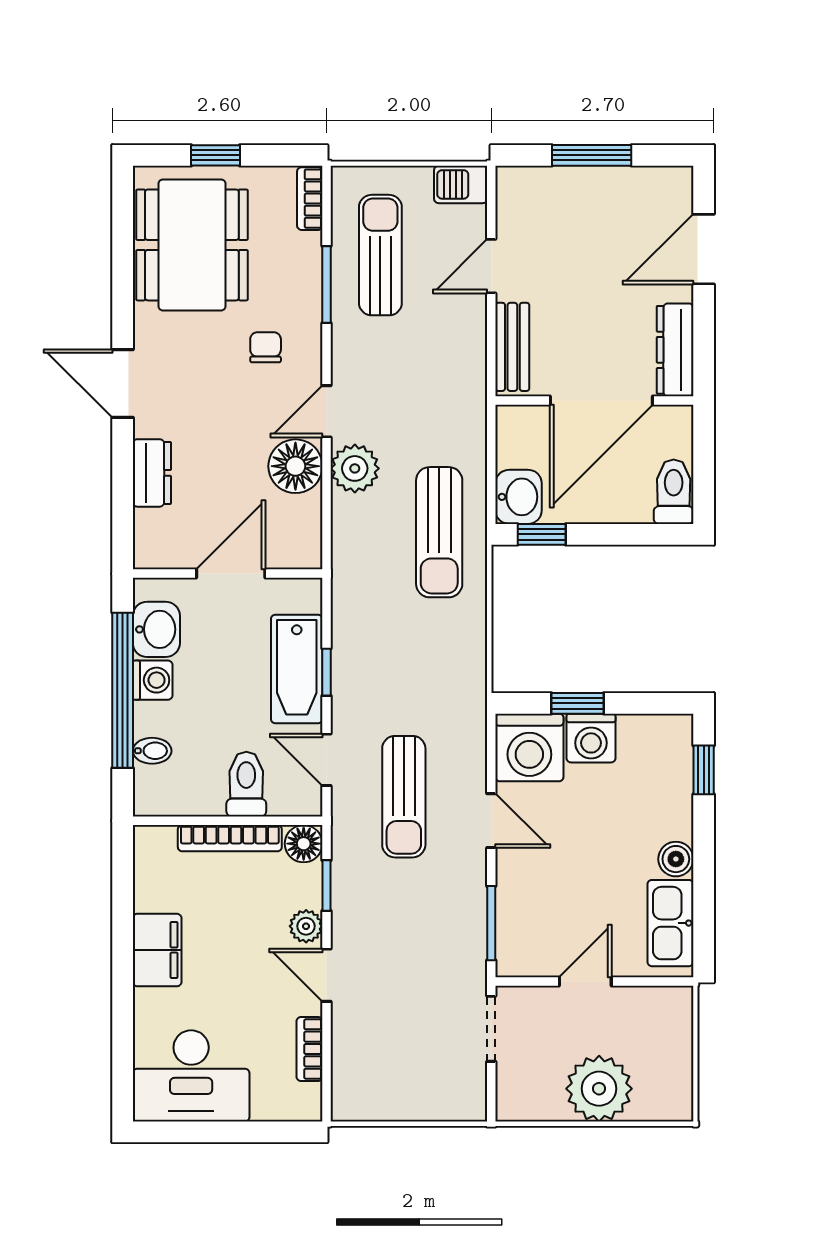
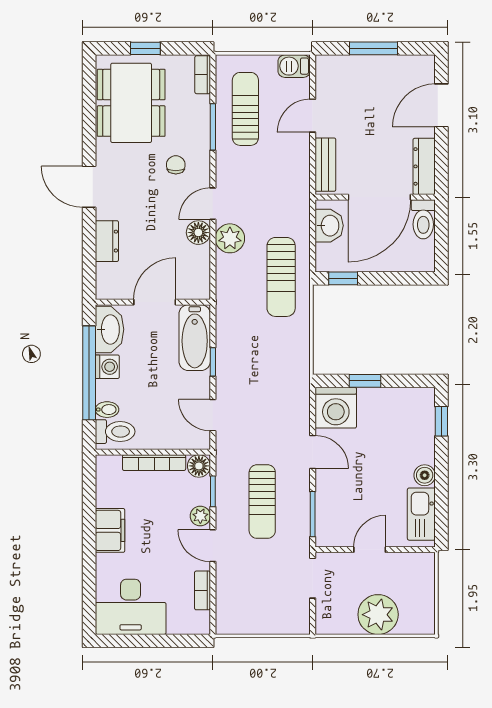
floor lamp: (295, 466) -> (198, 233), width x0.73, depth x0.73
toilet: (674, 492) -> (423, 219), moved, turned 180
washbasin: (519, 497) -> (329, 226), moved
washbasin: (156, 629) -> (110, 329), width x1.38
bathtub: (297, 669) -> (195, 338), moved
washing machine: (591, 738) -> (373, 402), removed
toilet: (246, 784) -> (115, 432), moved, turned 90
sun lounger: (404, 797) -> (262, 502), moved

